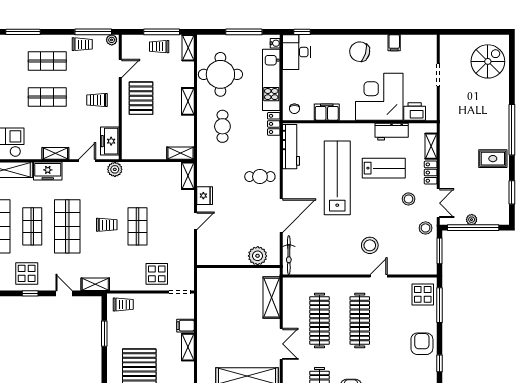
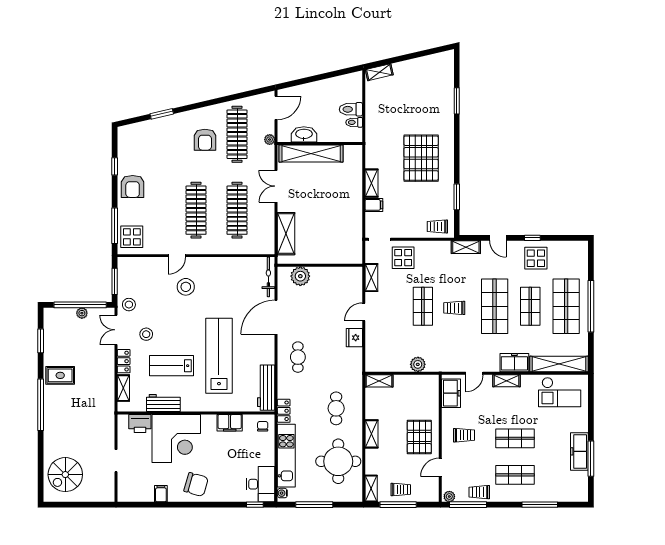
plant: (115, 169) -> (418, 364), moved
shelving: (188, 176) -> (371, 278), moved
cafe table: (260, 177) -> (298, 357), turned 90
lab bench: (337, 178) -> (219, 356), turned 180

